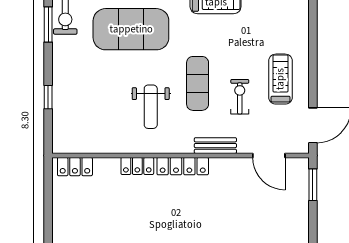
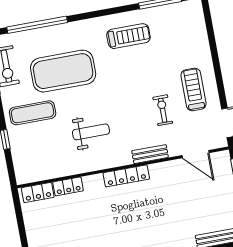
exercise mat: (198, 83) -> (33, 113), moved, turned 90
weight bench: (151, 107) -> (91, 132), turned -90
locker: (137, 166) -> (68, 186), moved

